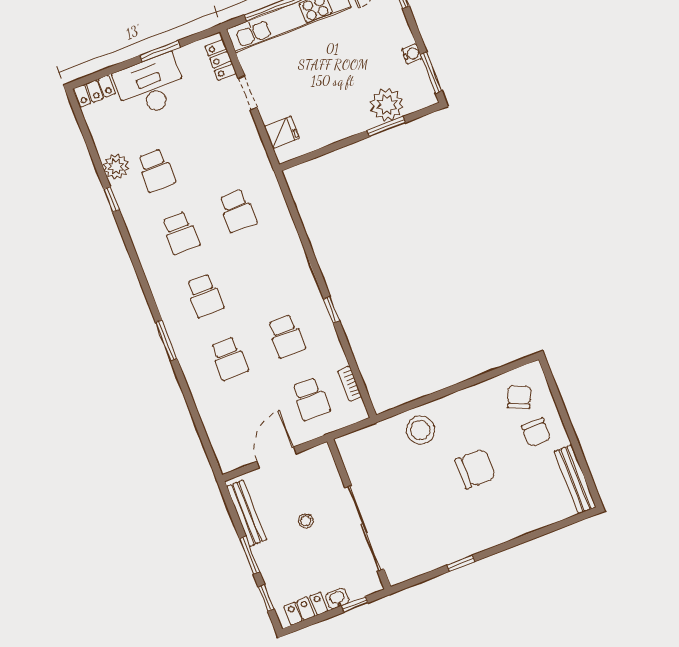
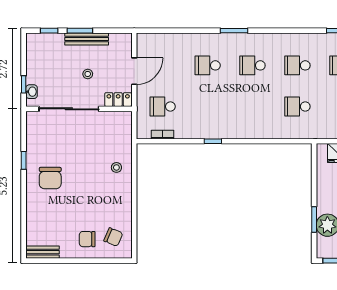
school desk: (286, 336) -> (208, 106), removed
stool: (420, 430) -> (116, 167), width x0.53, depth x0.53
door: (277, 457) -> (134, 71), hinge flipped
chair: (475, 469) -> (50, 178), moved
bench: (575, 479) -> (42, 252), width x0.73
bench: (246, 513) -> (87, 39), moved
washbasin: (337, 599) -> (32, 92), moved
locker: (306, 609) -> (118, 100), moved, turned -90

